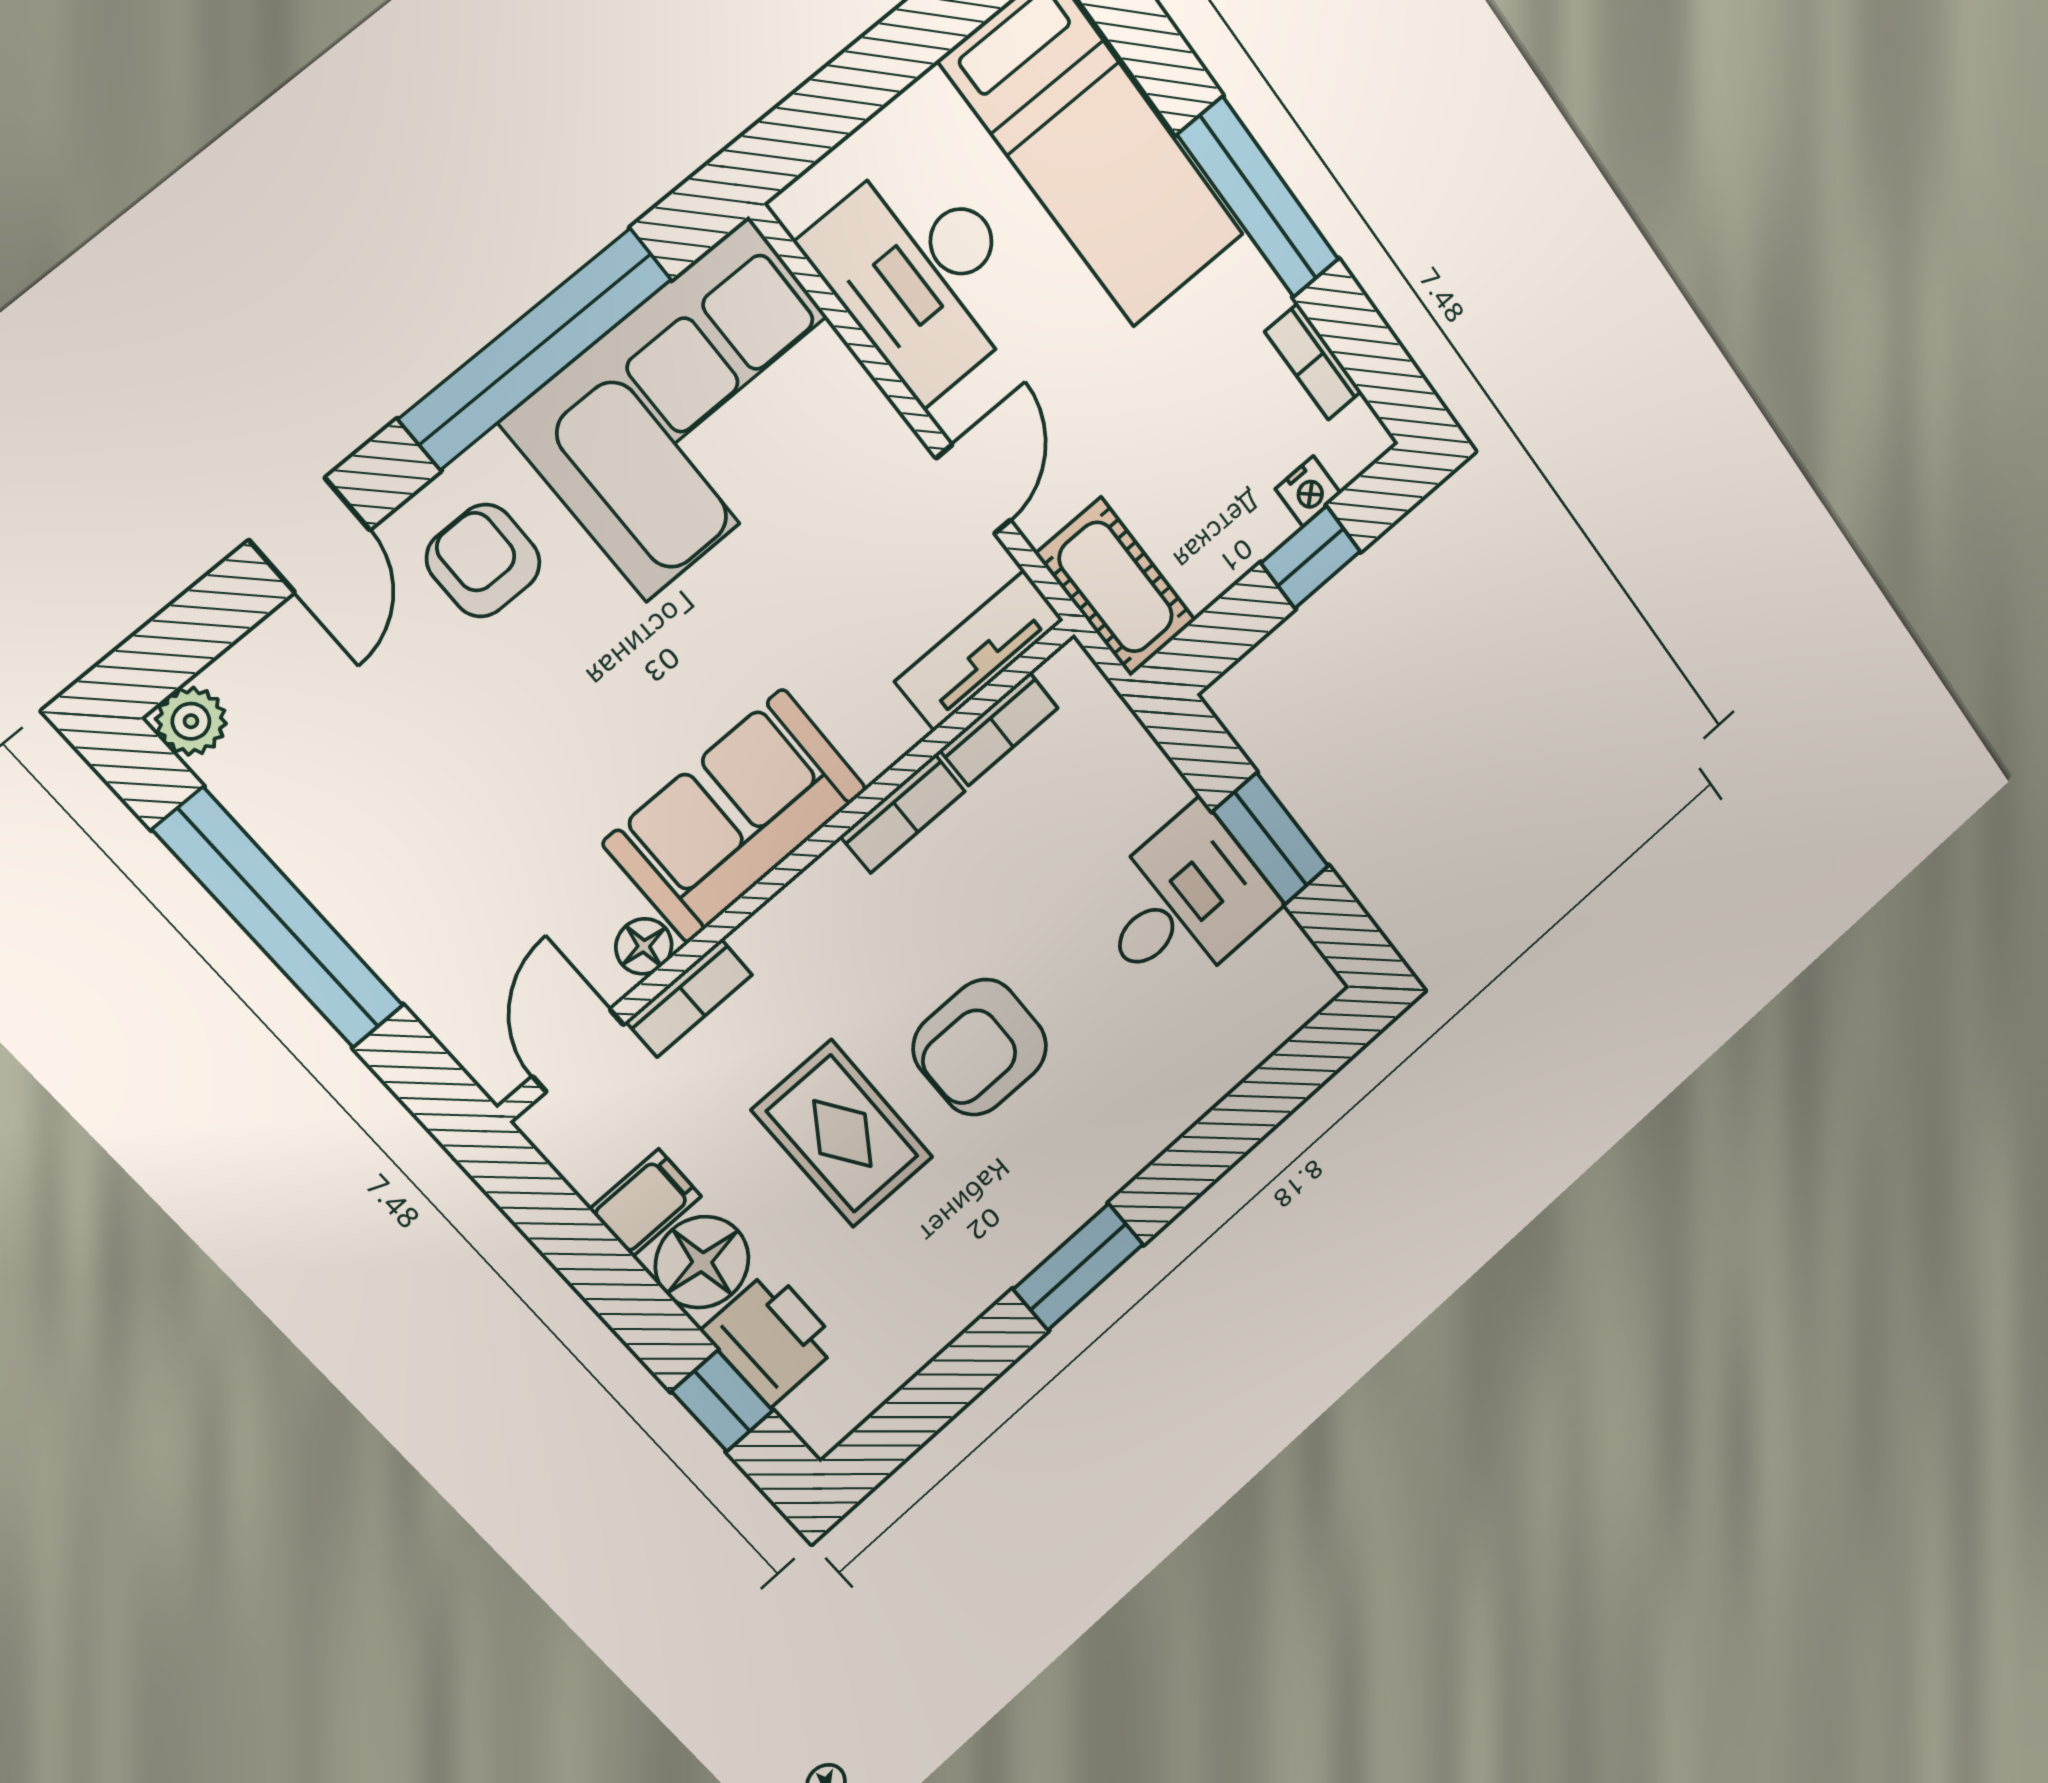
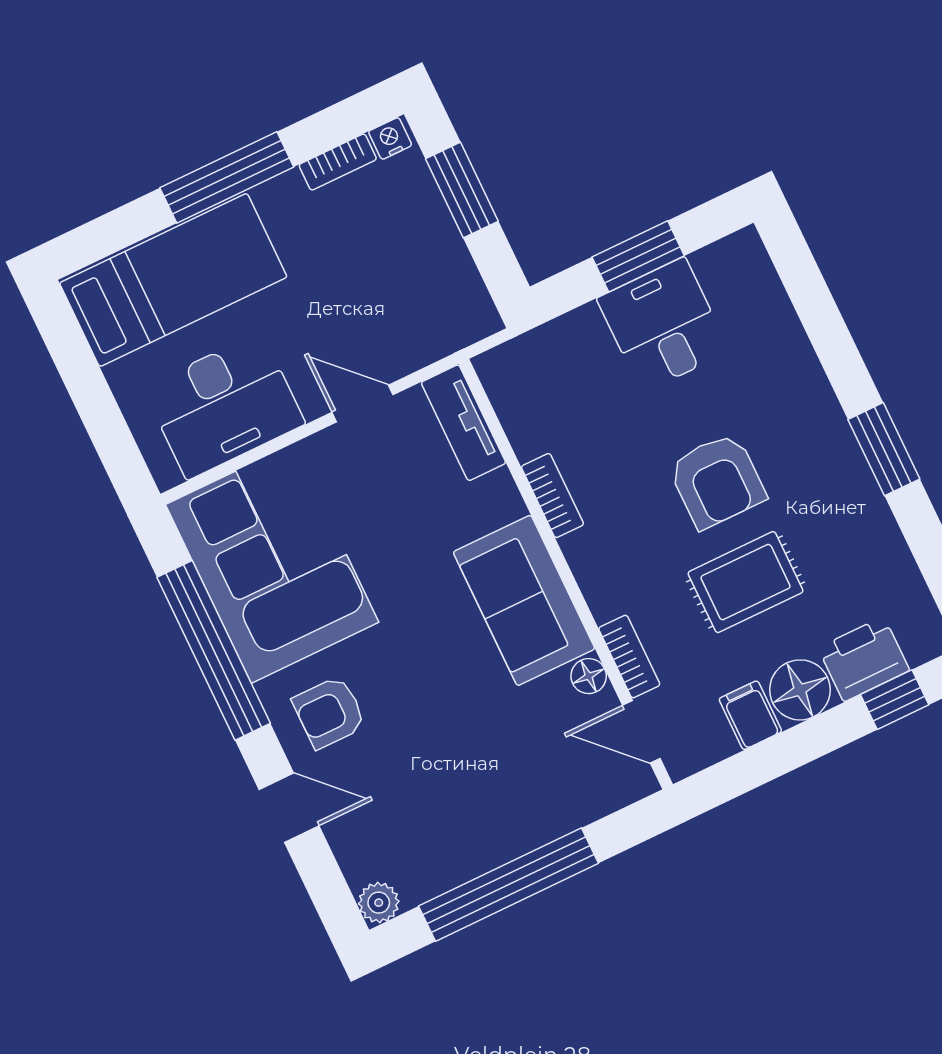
nightstand: (1308, 491) -> (390, 138), moved, turned -90
window: (1311, 557) -> (462, 190), width x1.50
cot: (1116, 587) -> (447, 325), removed
bookcase: (999, 729) -> (516, 422), removed

